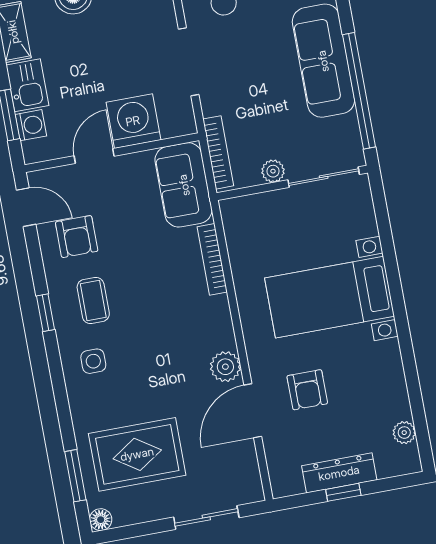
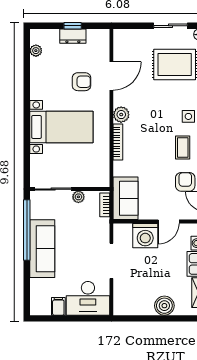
bookcase: (218, 152) -> (105, 205), width x0.64
bookcase: (212, 259) -> (118, 142), moved
plant: (225, 367) -> (121, 115), moved
armchair: (307, 390) -> (81, 82), turned 90
dresser: (339, 473) -> (73, 36), width x0.70
sliding door: (206, 517) -> (171, 26), moved

